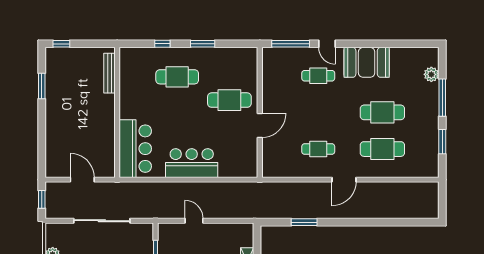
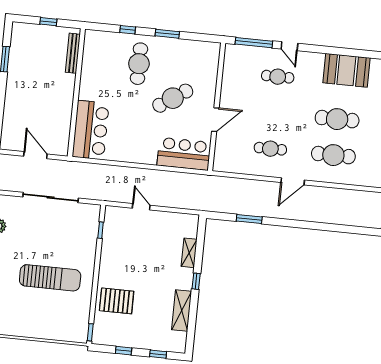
window: (61, 44) -> (48, 22), moved
booth: (367, 62) -> (346, 70), moved
cafe table: (177, 77) -> (139, 64), turned 90
cafe table: (229, 100) -> (173, 98), moved, turned -34
bar counter: (192, 163) -> (184, 154), moved

